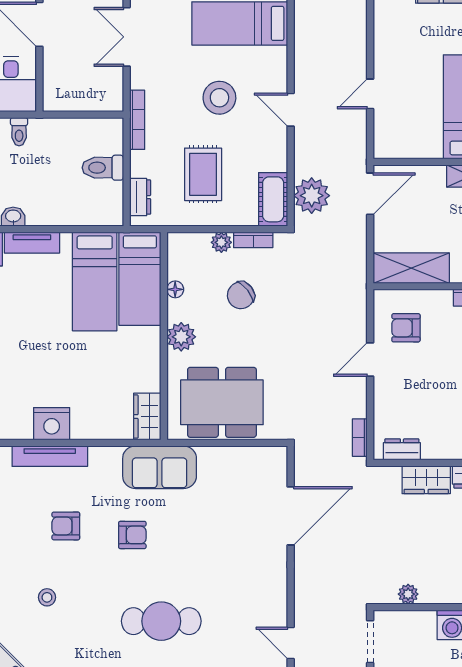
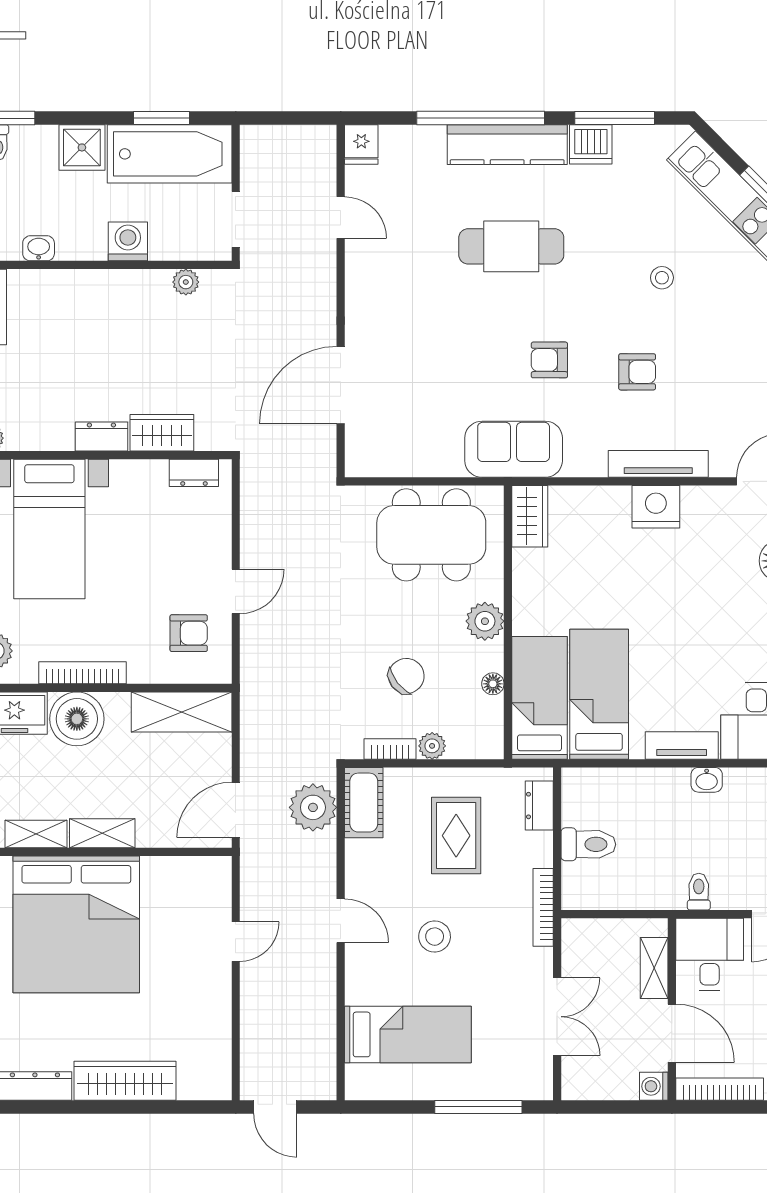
shelving: (53, 74) -> (654, 968), added
stool: (219, 98) -> (435, 937), width x0.73, depth x0.73
bookcase: (360, 438) -> (250, 488), removed

